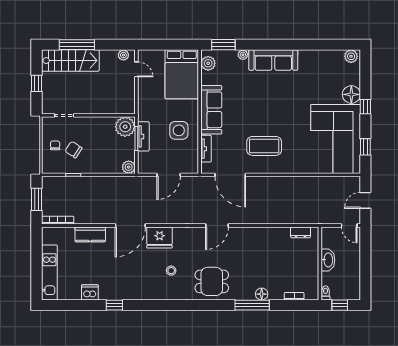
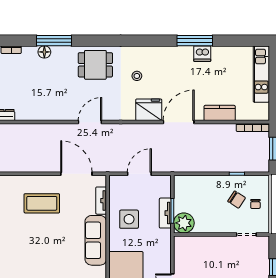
plant: (129, 167) -> (180, 182), removed
dishwasher: (90, 292) -> (202, 54), moved
window: (114, 305) -> (195, 41), width x2.17

